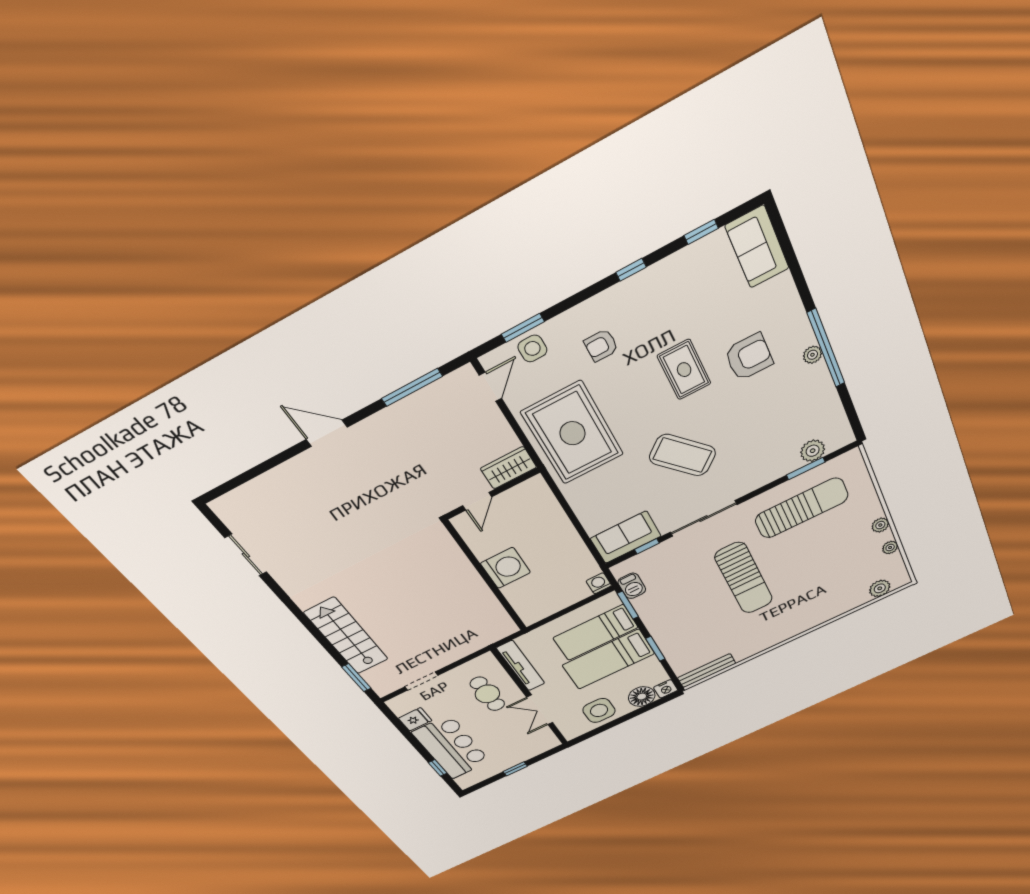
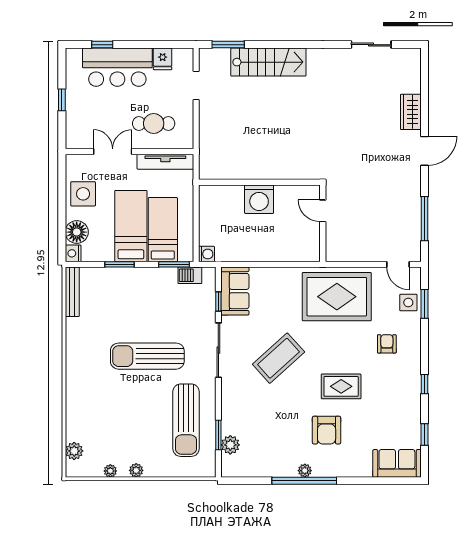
wardrobe: (508, 468) -> (411, 112), moved, turned 180

